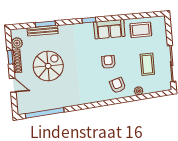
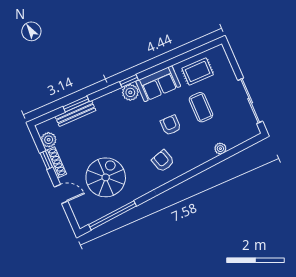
plant: (87, 29) -> (130, 92), added
coffee table: (147, 64) -> (201, 107), moved
spiral stairs: (48, 66) -> (106, 177), moved
armchair: (118, 85) -> (163, 161), moved

